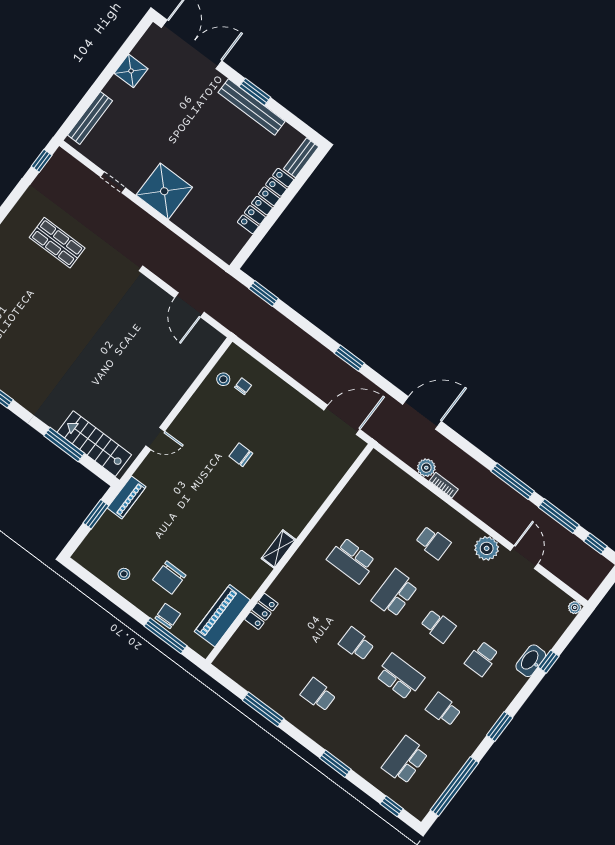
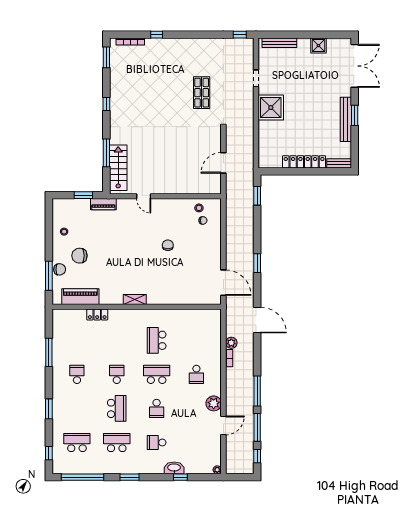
shop shelf: (57, 243) -> (202, 93), moved
school desk: (443, 709) -> (117, 443), width x1.85

